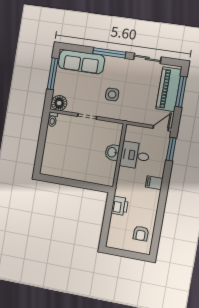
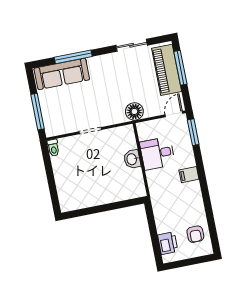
window: (109, 53) -> (73, 57), moved
window: (53, 74) -> (38, 112), moved
side table: (112, 94) -> (108, 97), removed
floor lamp: (59, 103) -> (134, 111), moved
printer: (120, 206) -> (168, 243), moved

